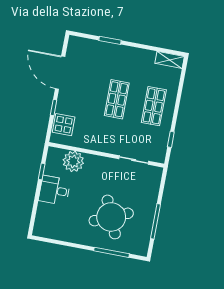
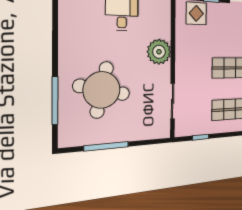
plant: (73, 161) -> (159, 52), moved
round table: (111, 217) -> (102, 90), turned 35

